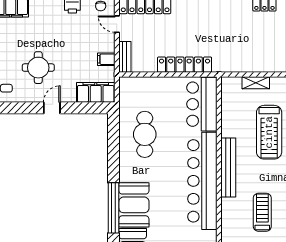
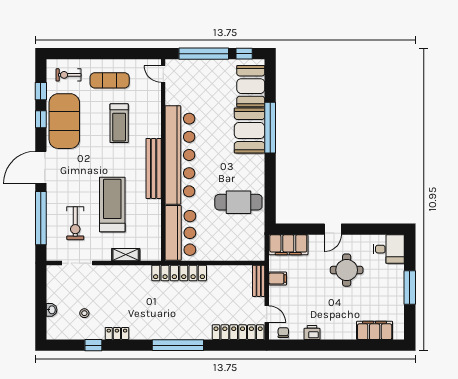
locker: (185, 65) -> (179, 273), moved
cafe table: (145, 134) -> (238, 202), turned 90

